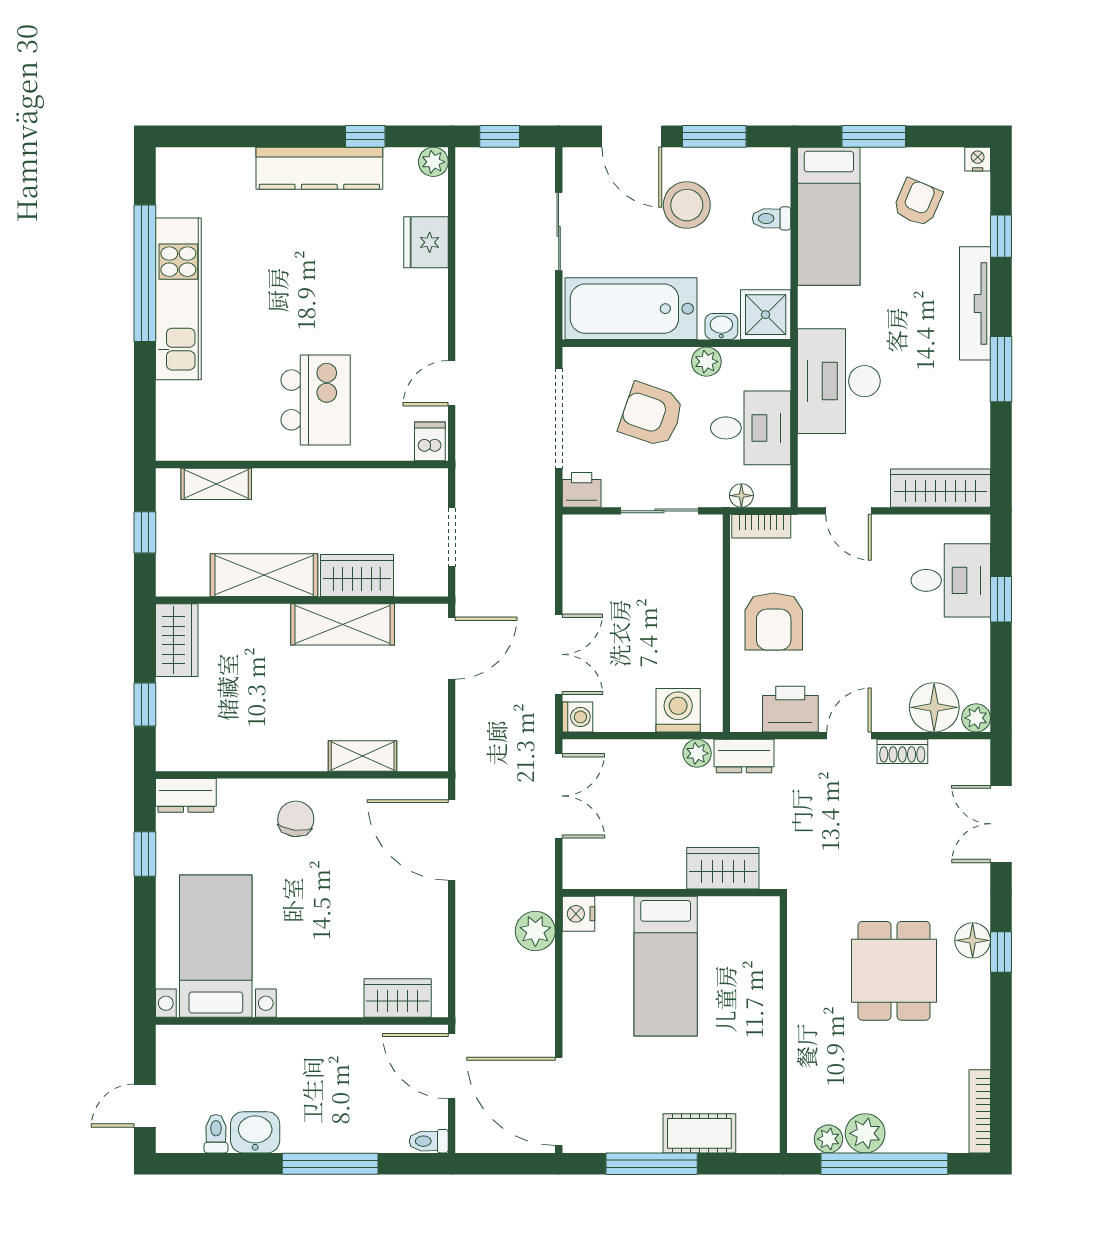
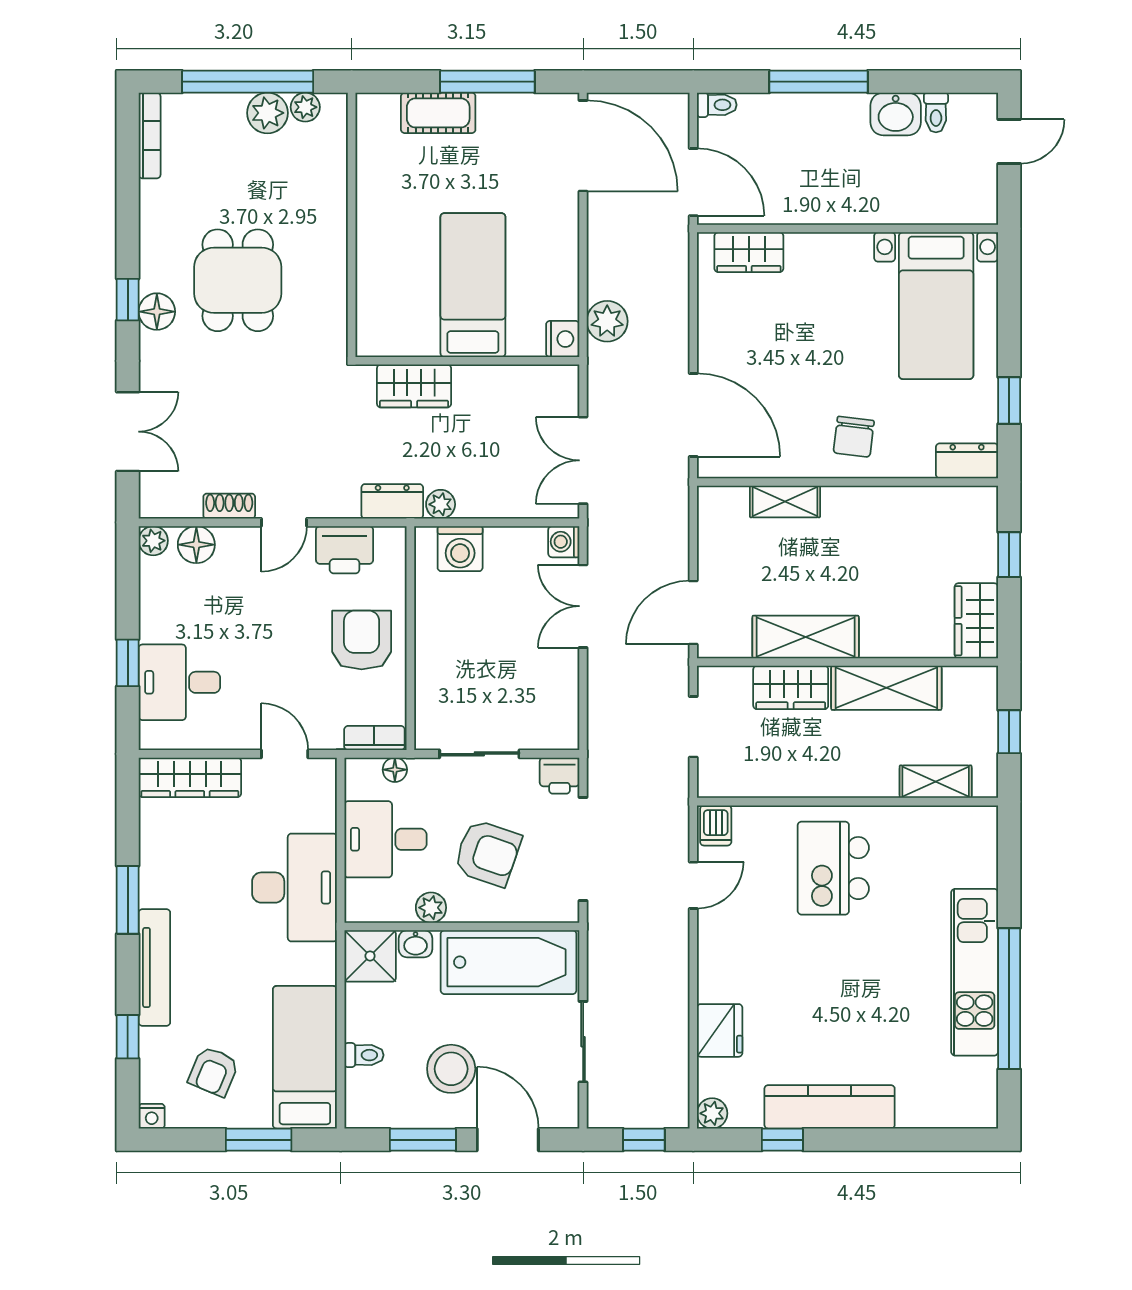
floor lamp: (934, 707) -> (196, 545), width x0.73, depth x0.73

